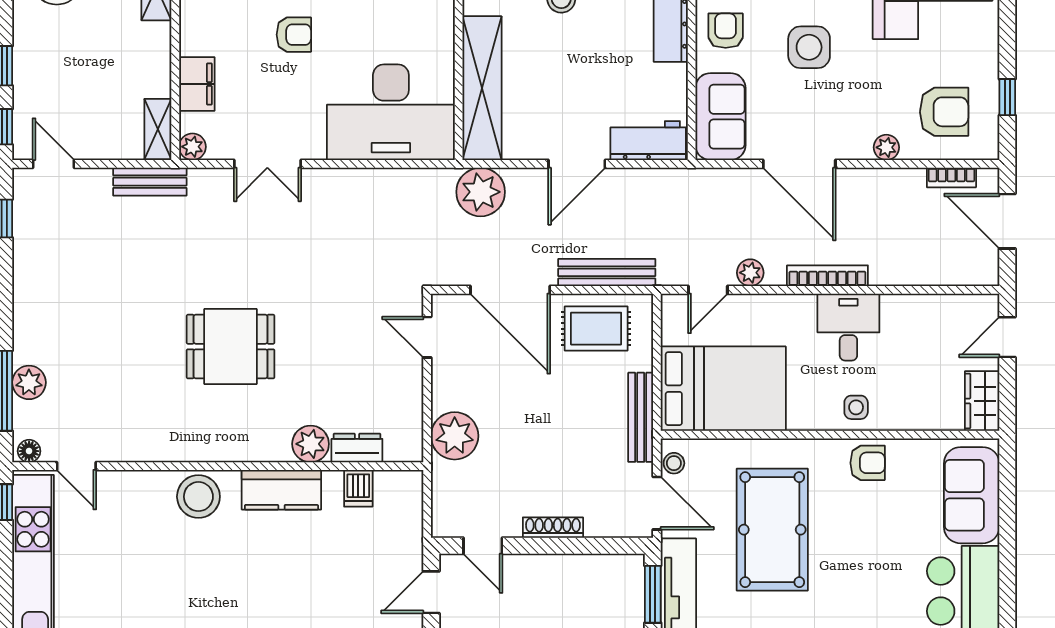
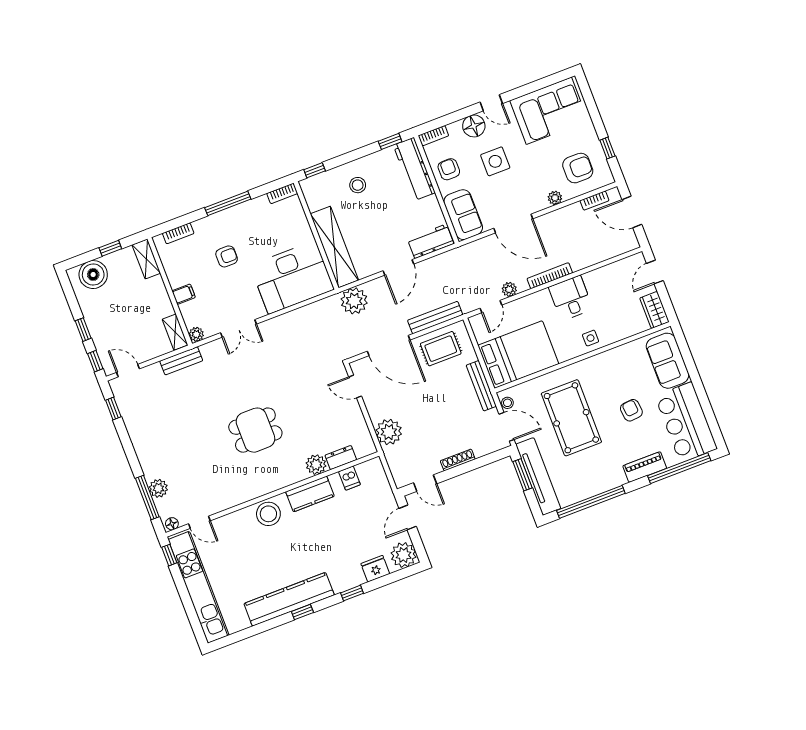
filing cabinet: (197, 84) -> (184, 294), width x0.50
armchair: (868, 463) -> (631, 410), moved, turned -96

